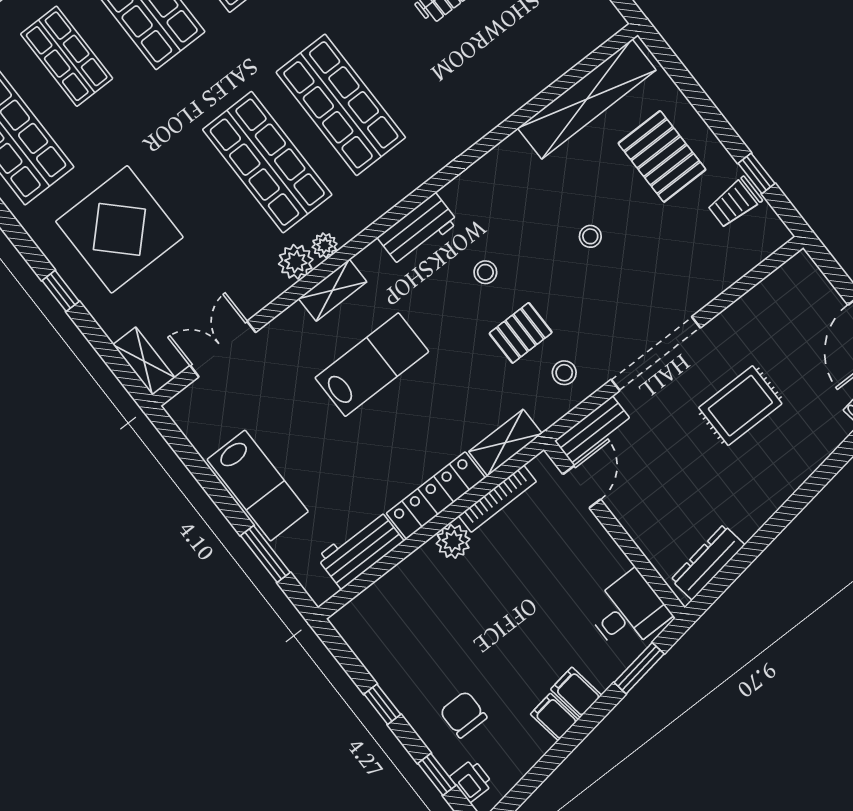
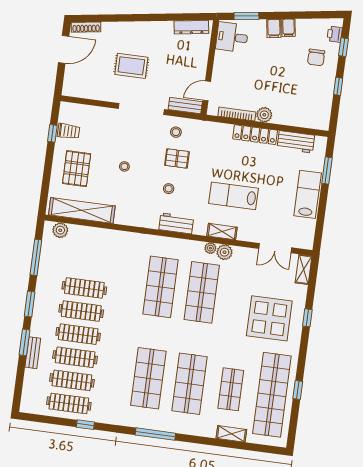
plant: (589, 34) -> (60, 230), added
shelving: (505, 443) -> (217, 129), removed

